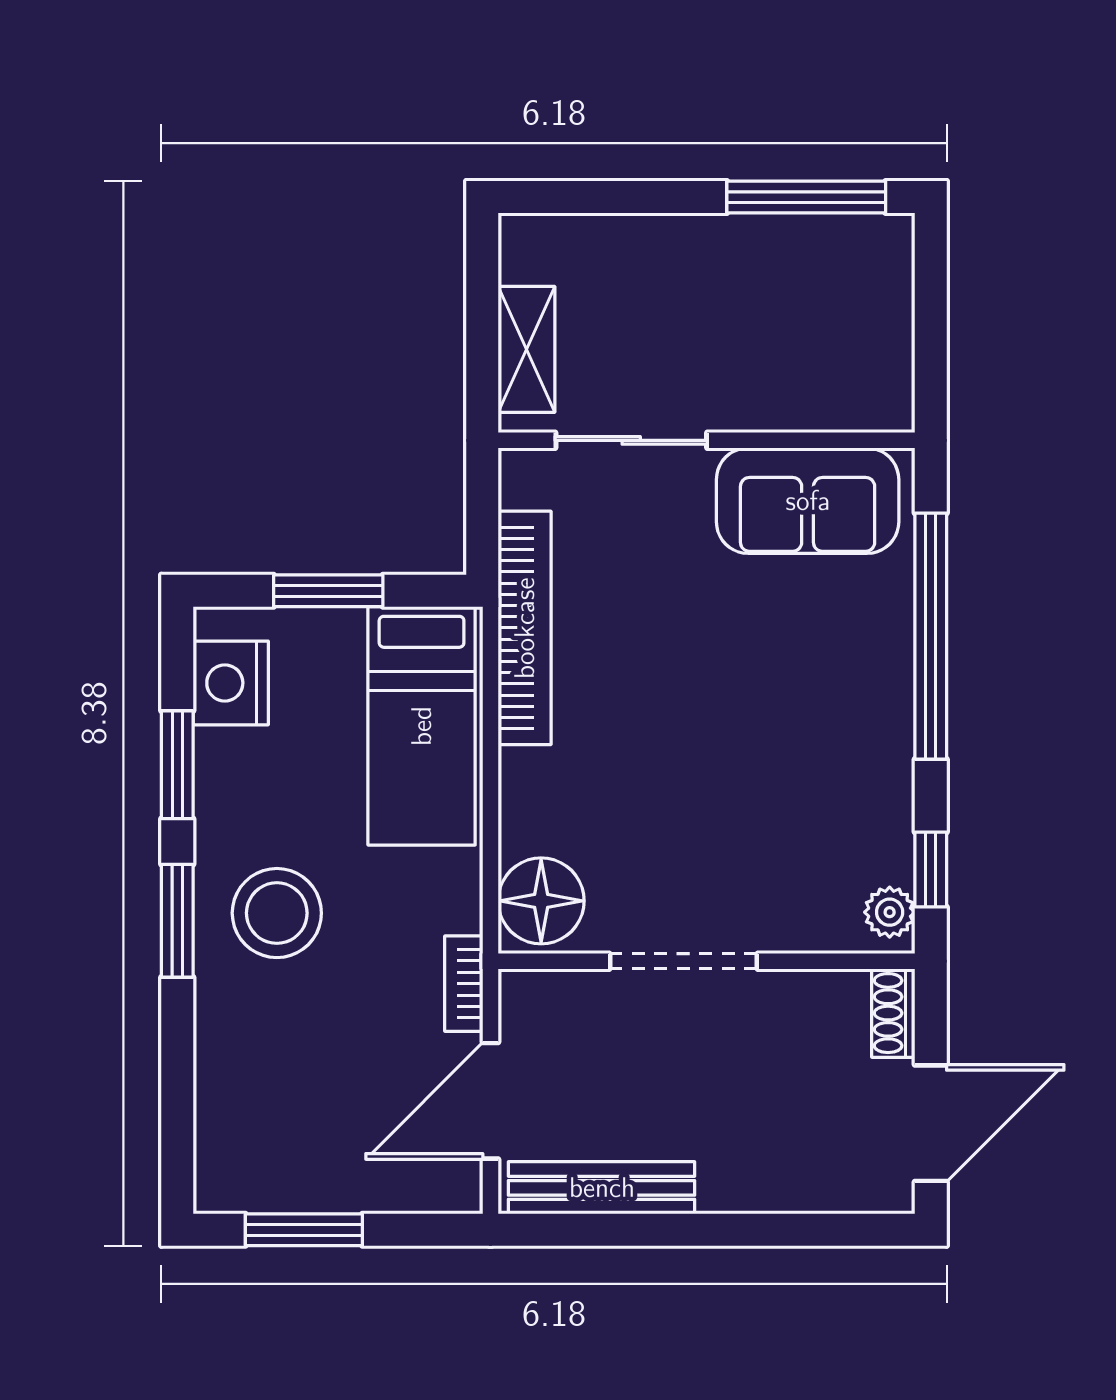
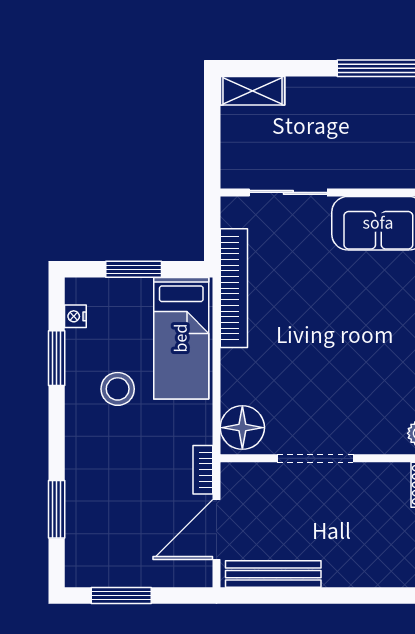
shelving: (526, 349) -> (253, 91), moved, turned 90
nightstand: (231, 683) -> (75, 316), width x0.53, depth x0.56
stool: (277, 913) -> (118, 389), moved, width x0.73, depth x0.73
window: (177, 921) -> (57, 509), moved

